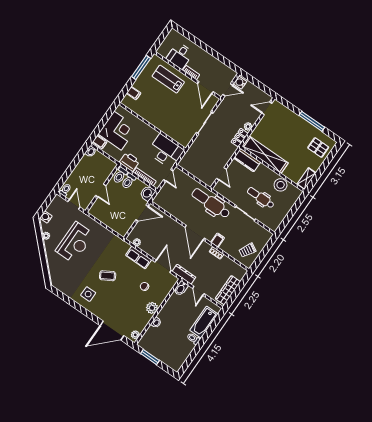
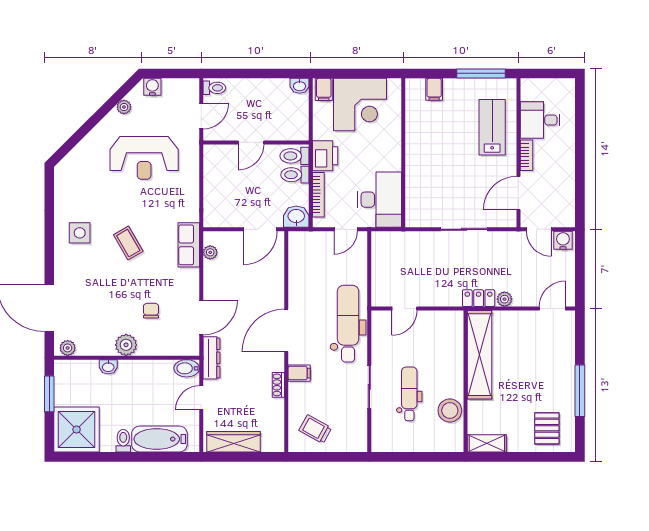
door: (267, 108) -> (552, 309), hinge flipped
kitchen counter: (247, 160) -> (452, 333), removed
door: (142, 213) -> (260, 229), hinge flipped
row of seats: (139, 258) -> (189, 245), moved
shower: (174, 356) -> (77, 430), added

